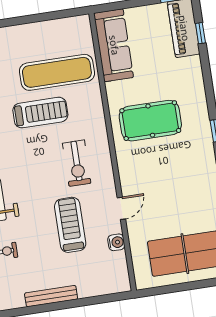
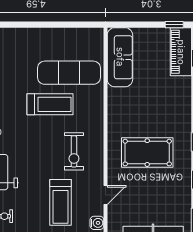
pool table: (150, 121) -> (147, 153), moved
treadmill: (70, 225) -> (61, 202), turned 180

